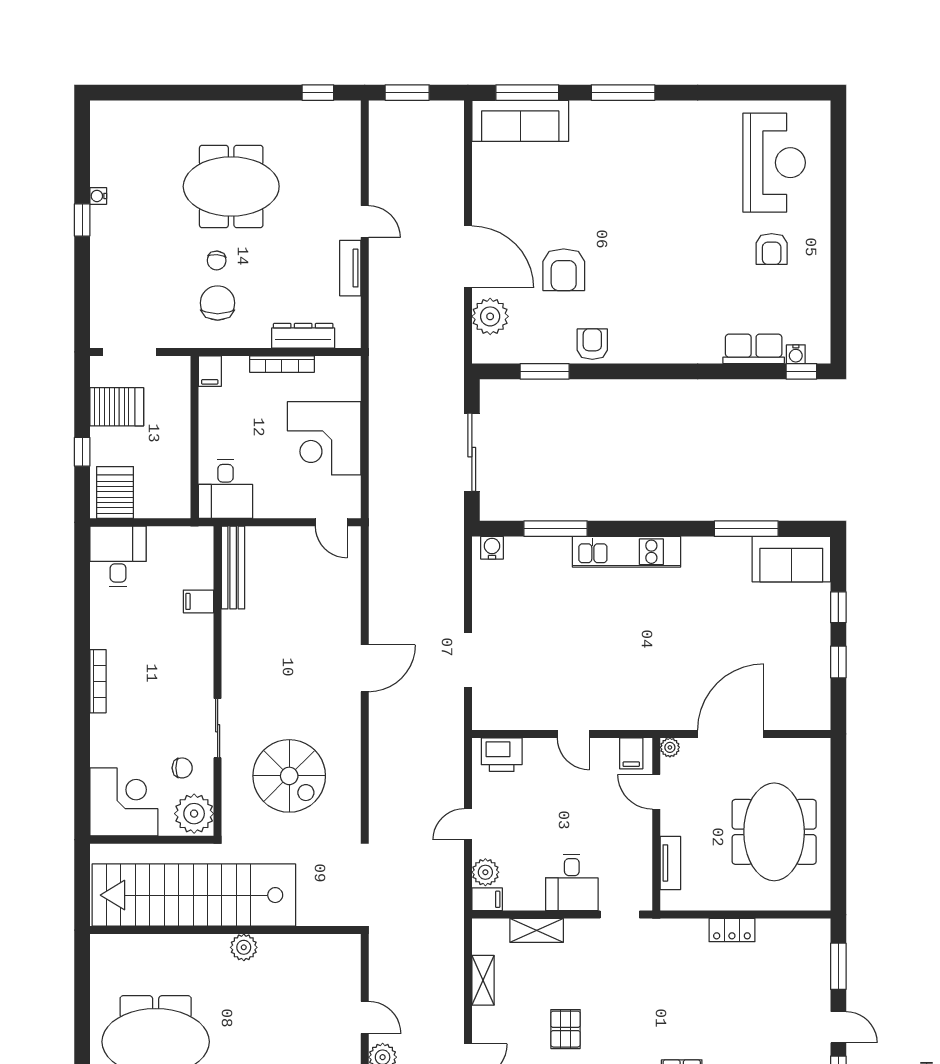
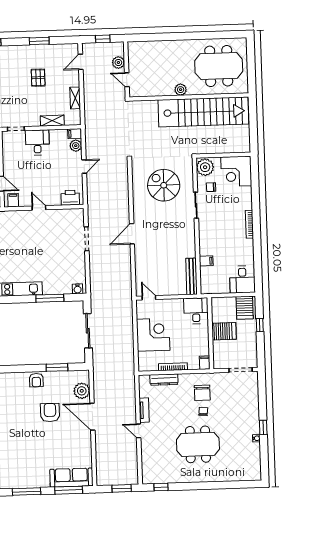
server rack: (117, 407) -> (224, 331), moved, turned 180
stairs: (194, 895) -> (203, 112), moved
wall: (225, 930) -> (189, 97), moved
plant: (244, 947) -> (181, 90), moved

